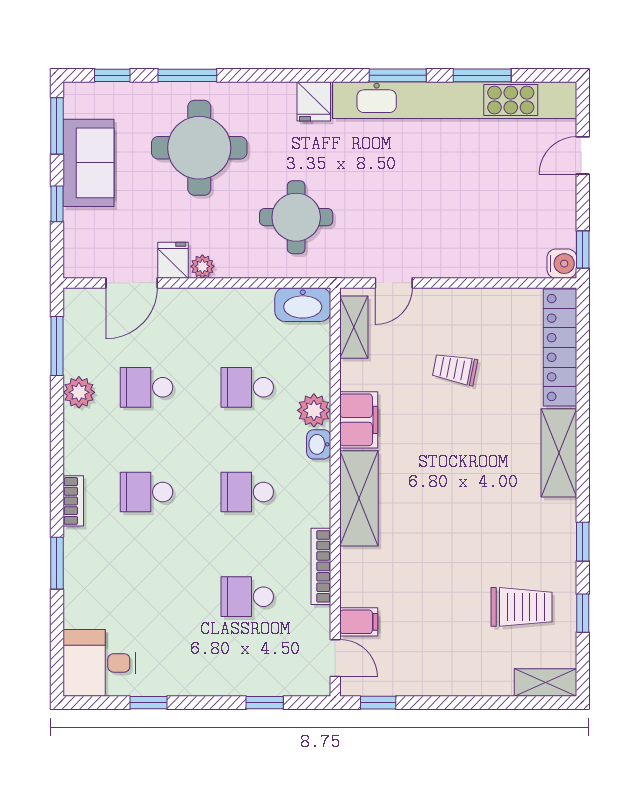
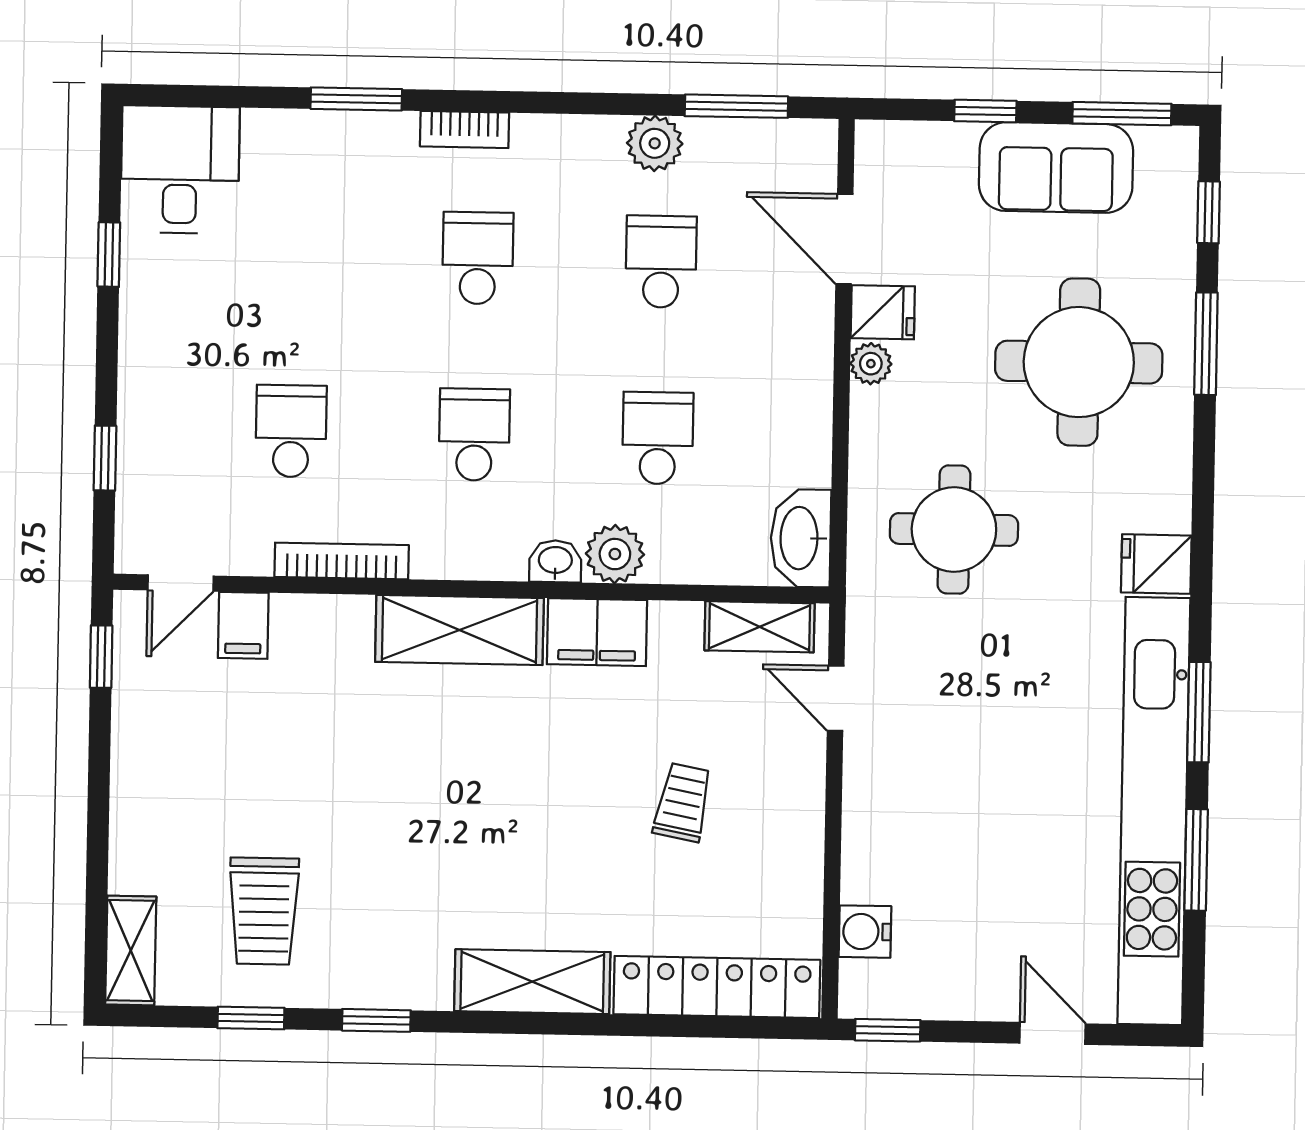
water cooler: (562, 264) -> (865, 932), moved, turned 90

